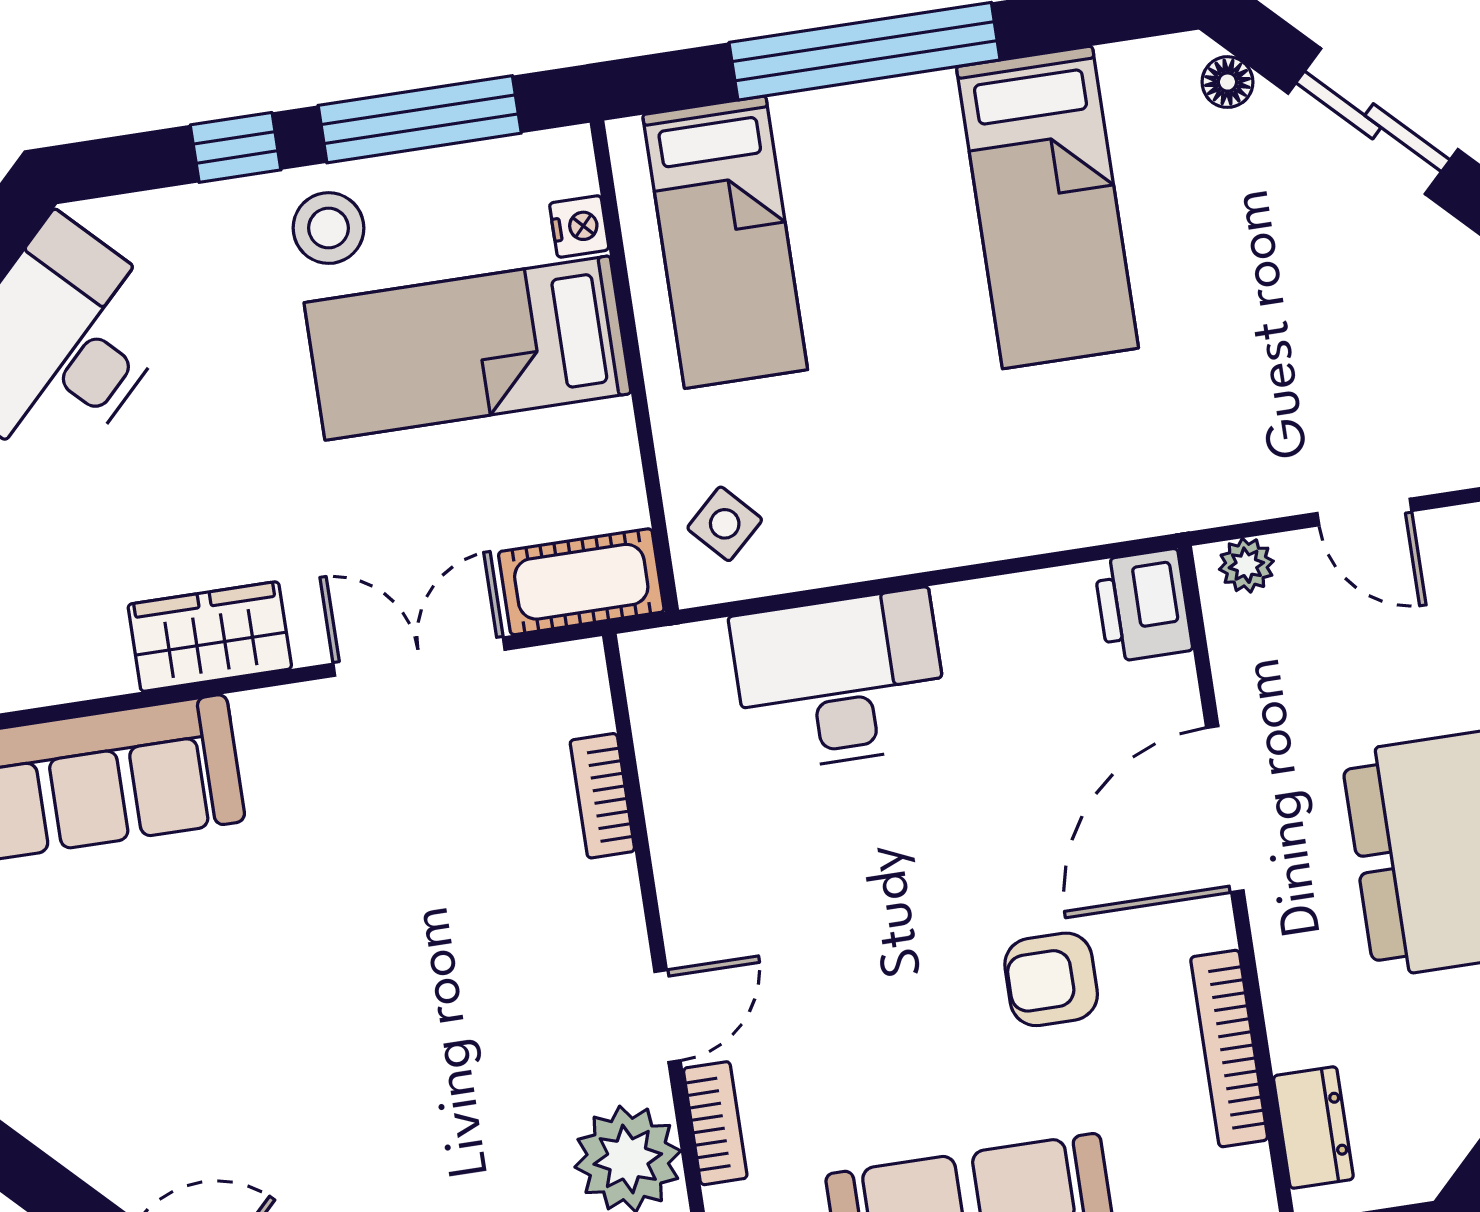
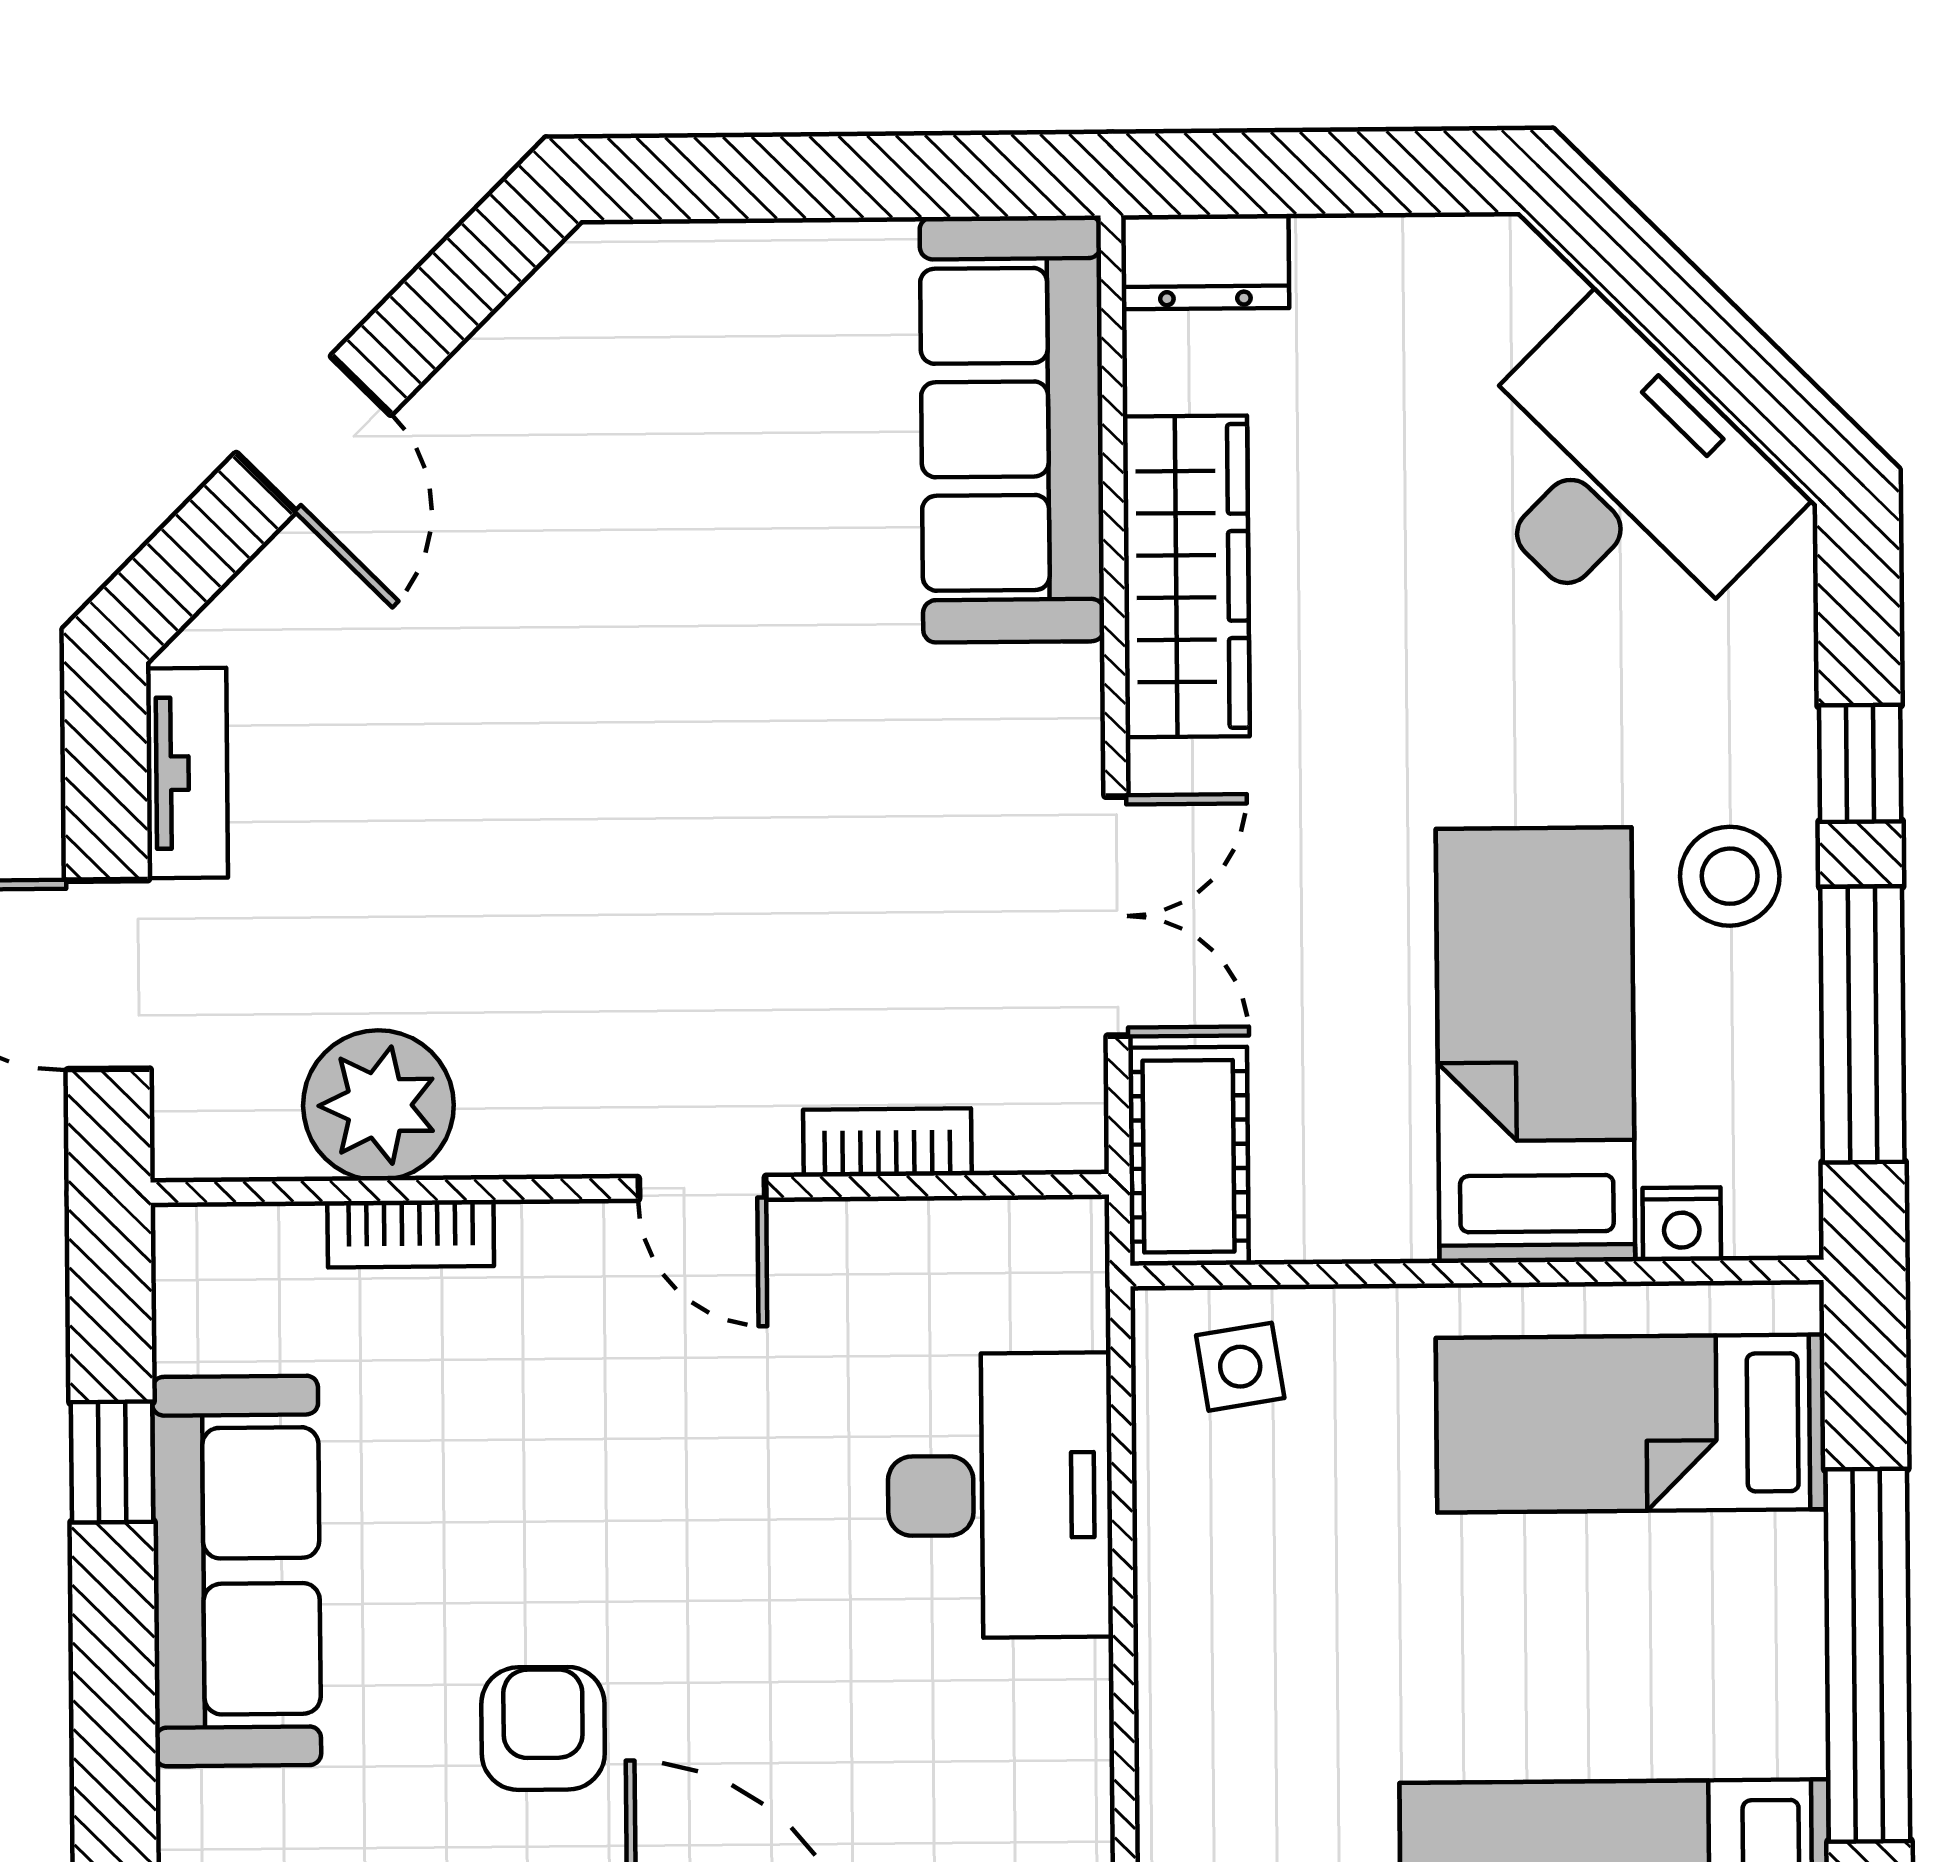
side table: (725, 524) -> (1240, 1367), turned 34
wardrobe: (210, 637) -> (1186, 576), width x1.50
door: (668, 1016) -> (702, 1188), moved

